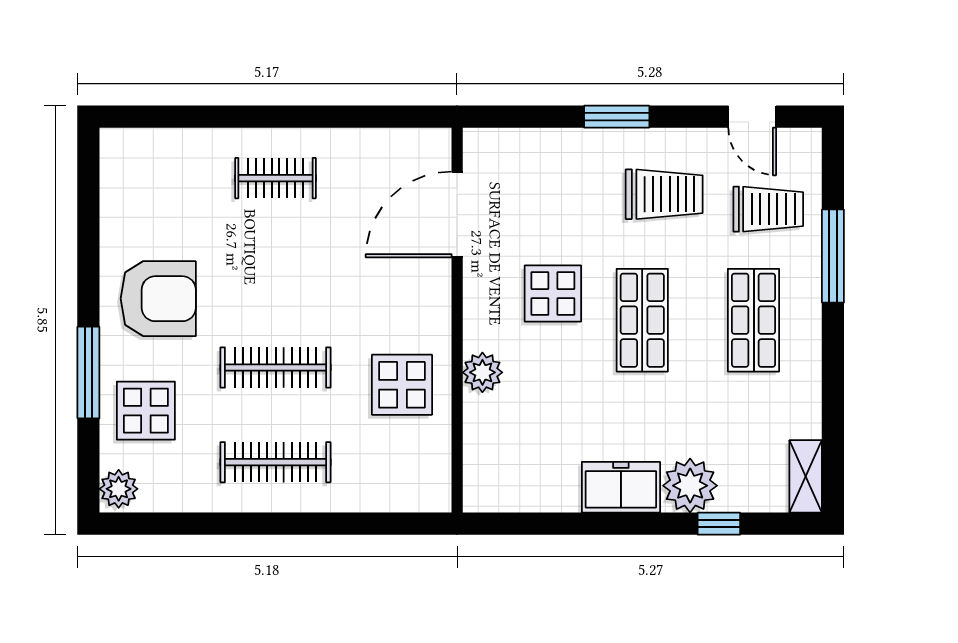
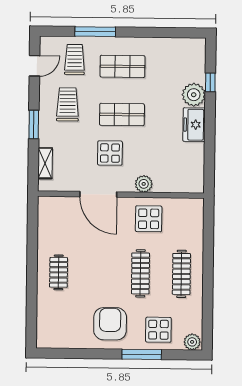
door: (457, 214) -> (98, 194), moved
shelving: (806, 476) -> (45, 163), moved, turned 90

